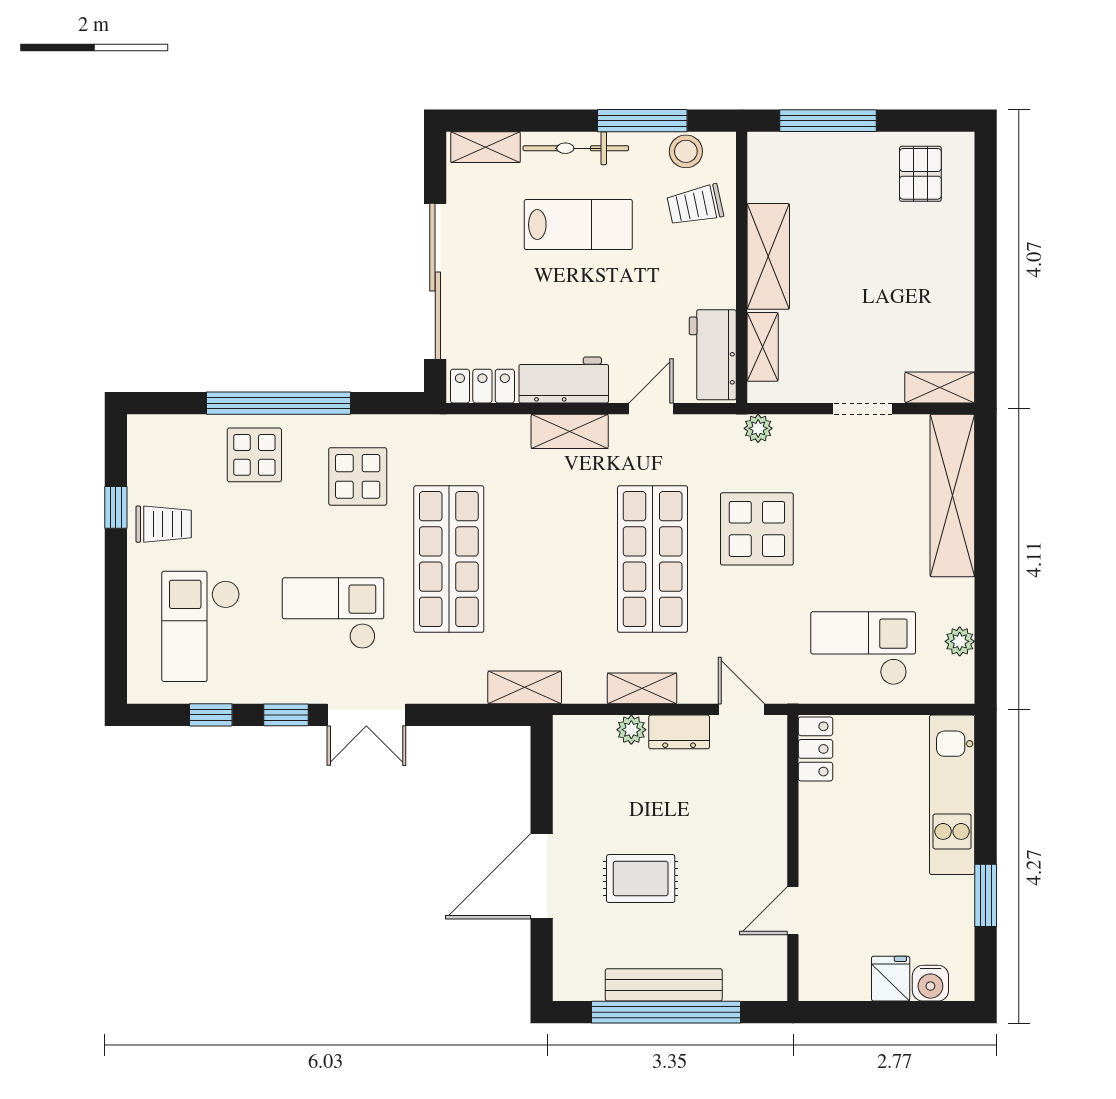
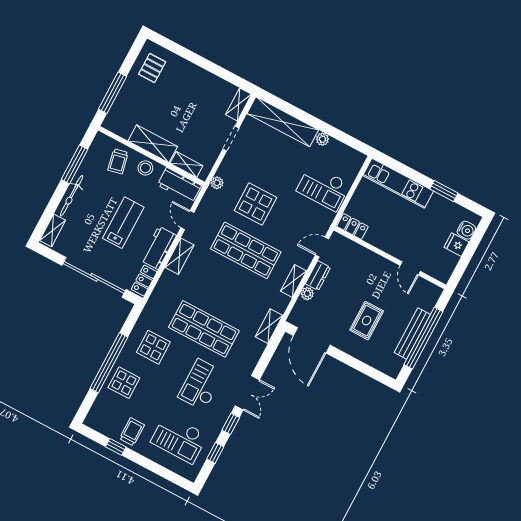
stool: (686, 151) -> (145, 168), moved
pallet: (920, 174) -> (152, 68), turned 90
lab bench: (578, 225) -> (123, 223), moved
plant: (960, 641) -> (322, 139), moved
checkout: (863, 648) -> (323, 187), turned -90
door: (542, 876) -> (312, 340), moved

